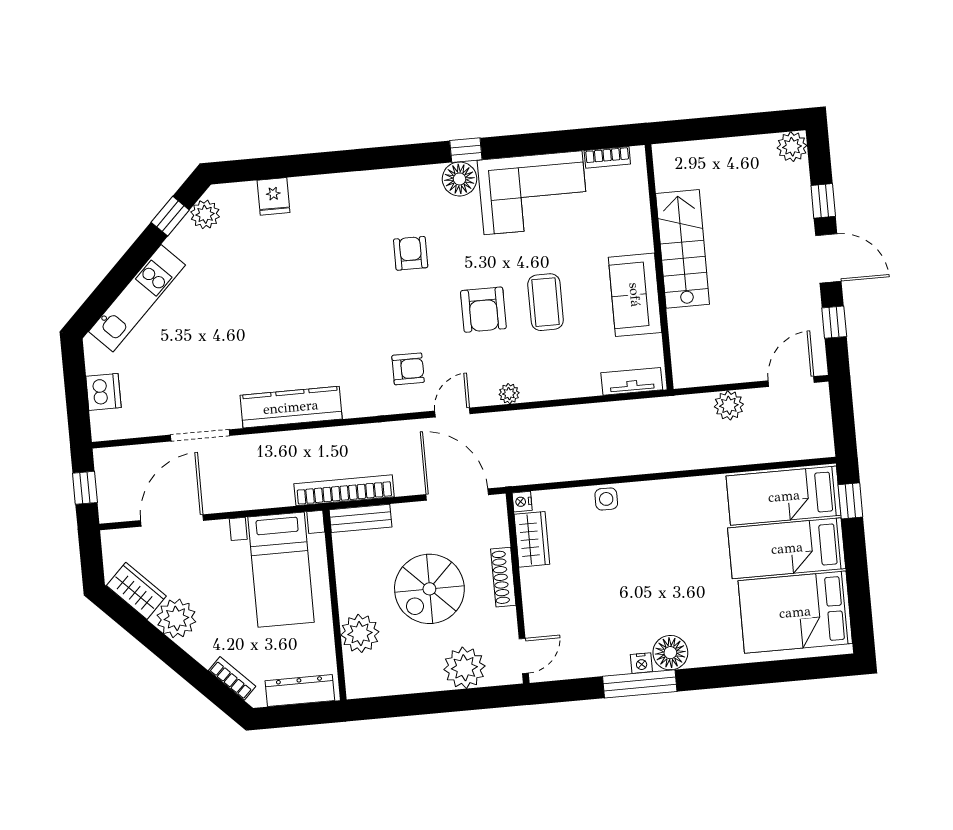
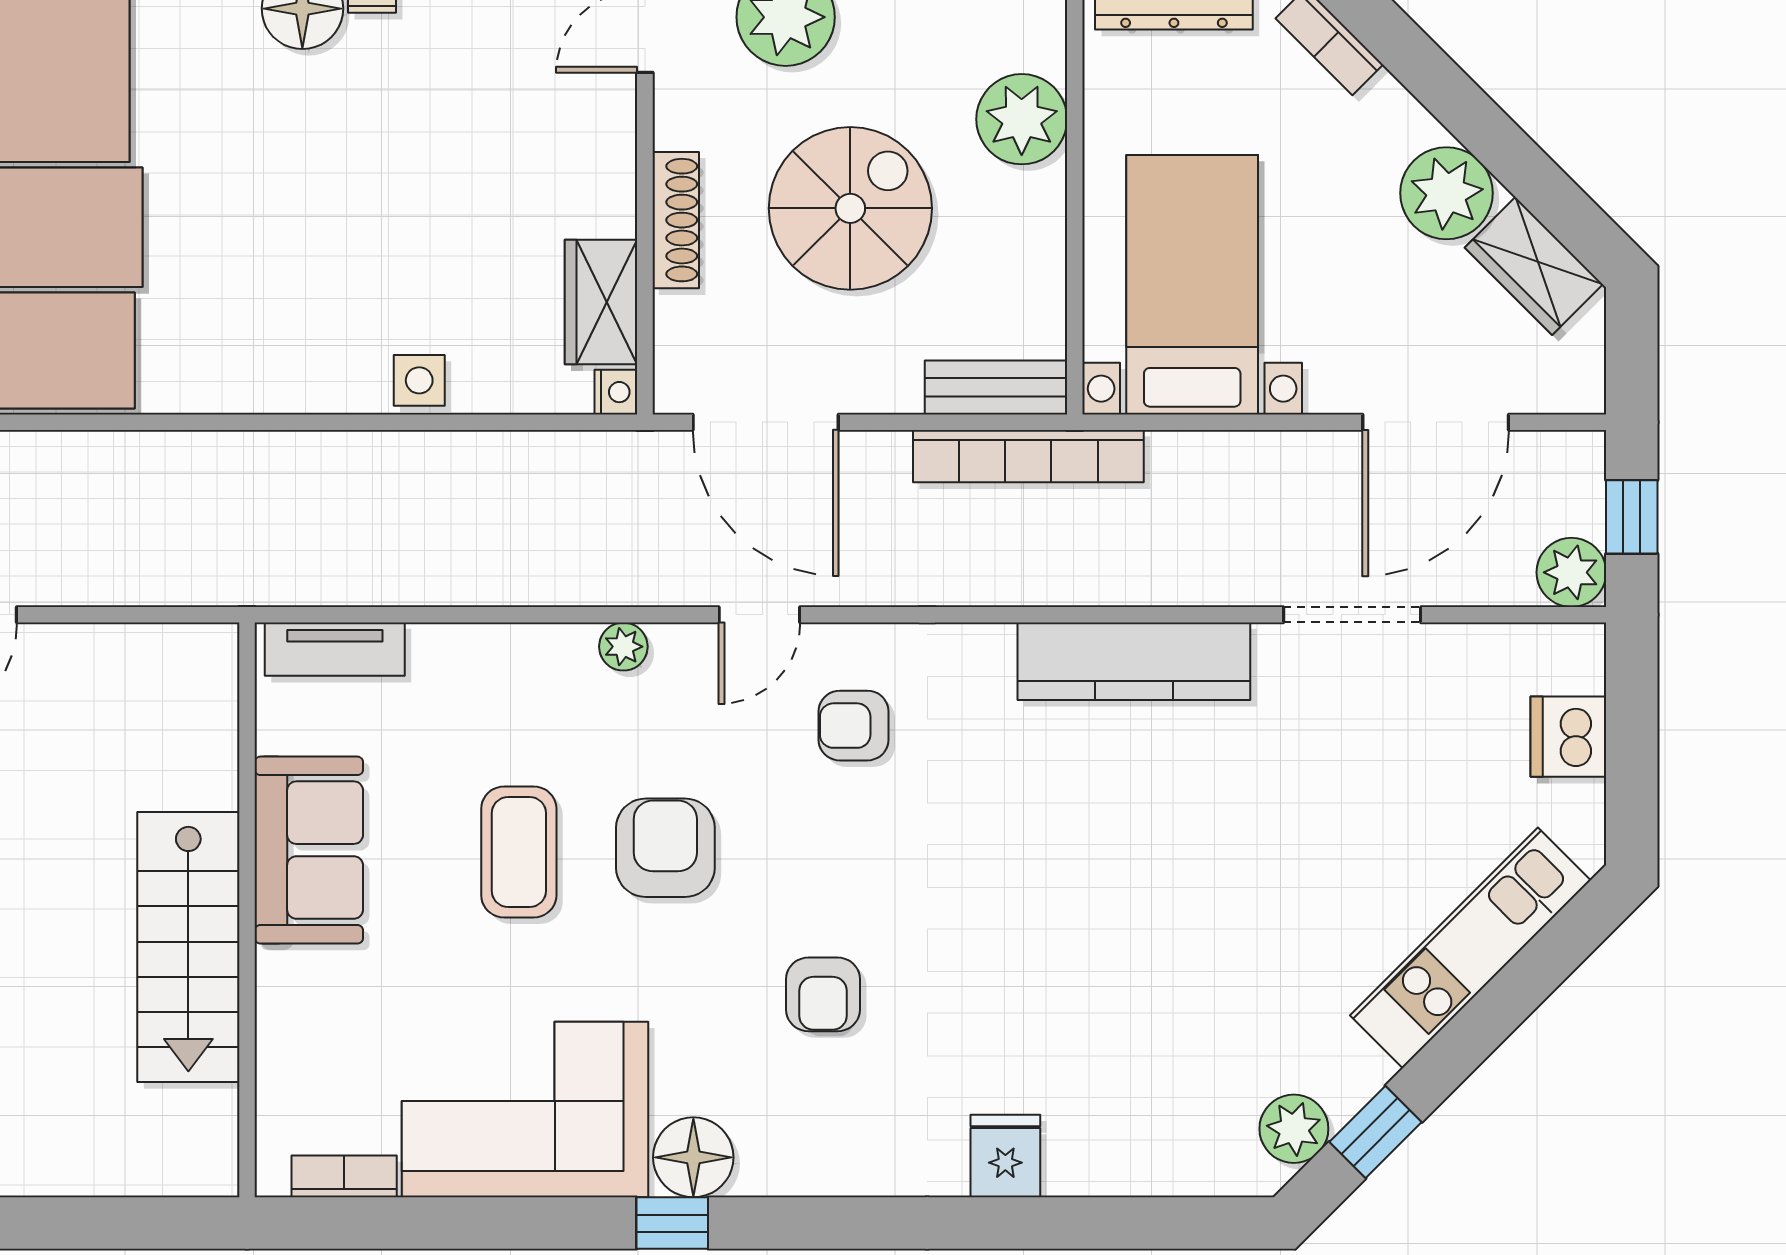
fridge: (273, 196) -> (1005, 1156), moved
plant: (729, 405) -> (1571, 572), moved

